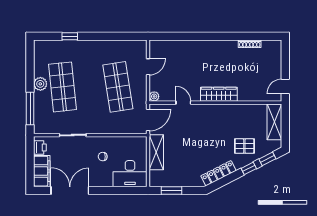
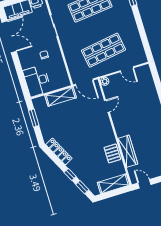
wardrobe: (219, 94) -> (128, 151), moved
pallet: (244, 146) -> (112, 153), moved

